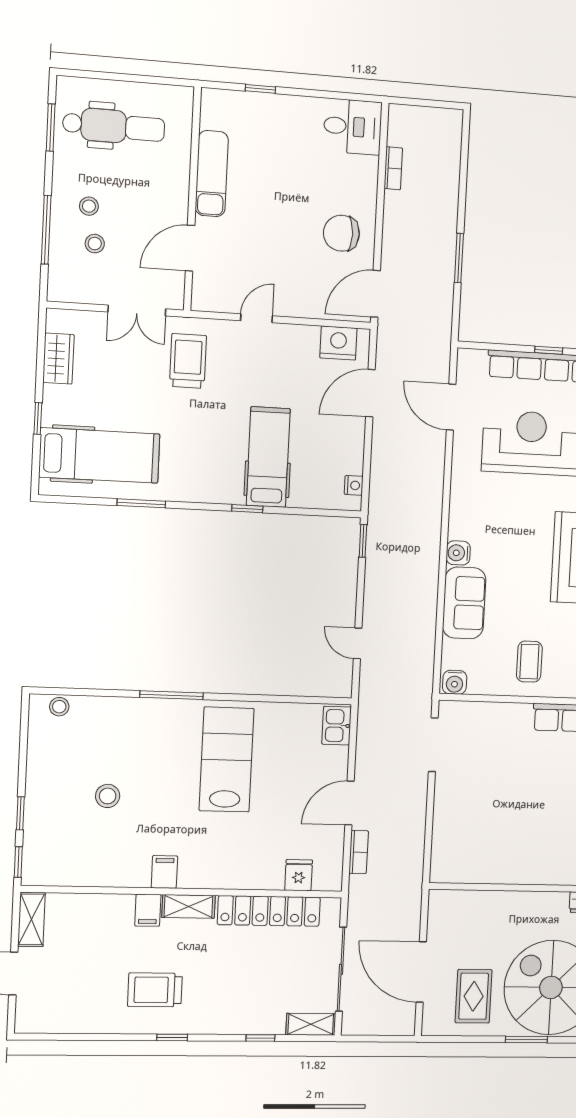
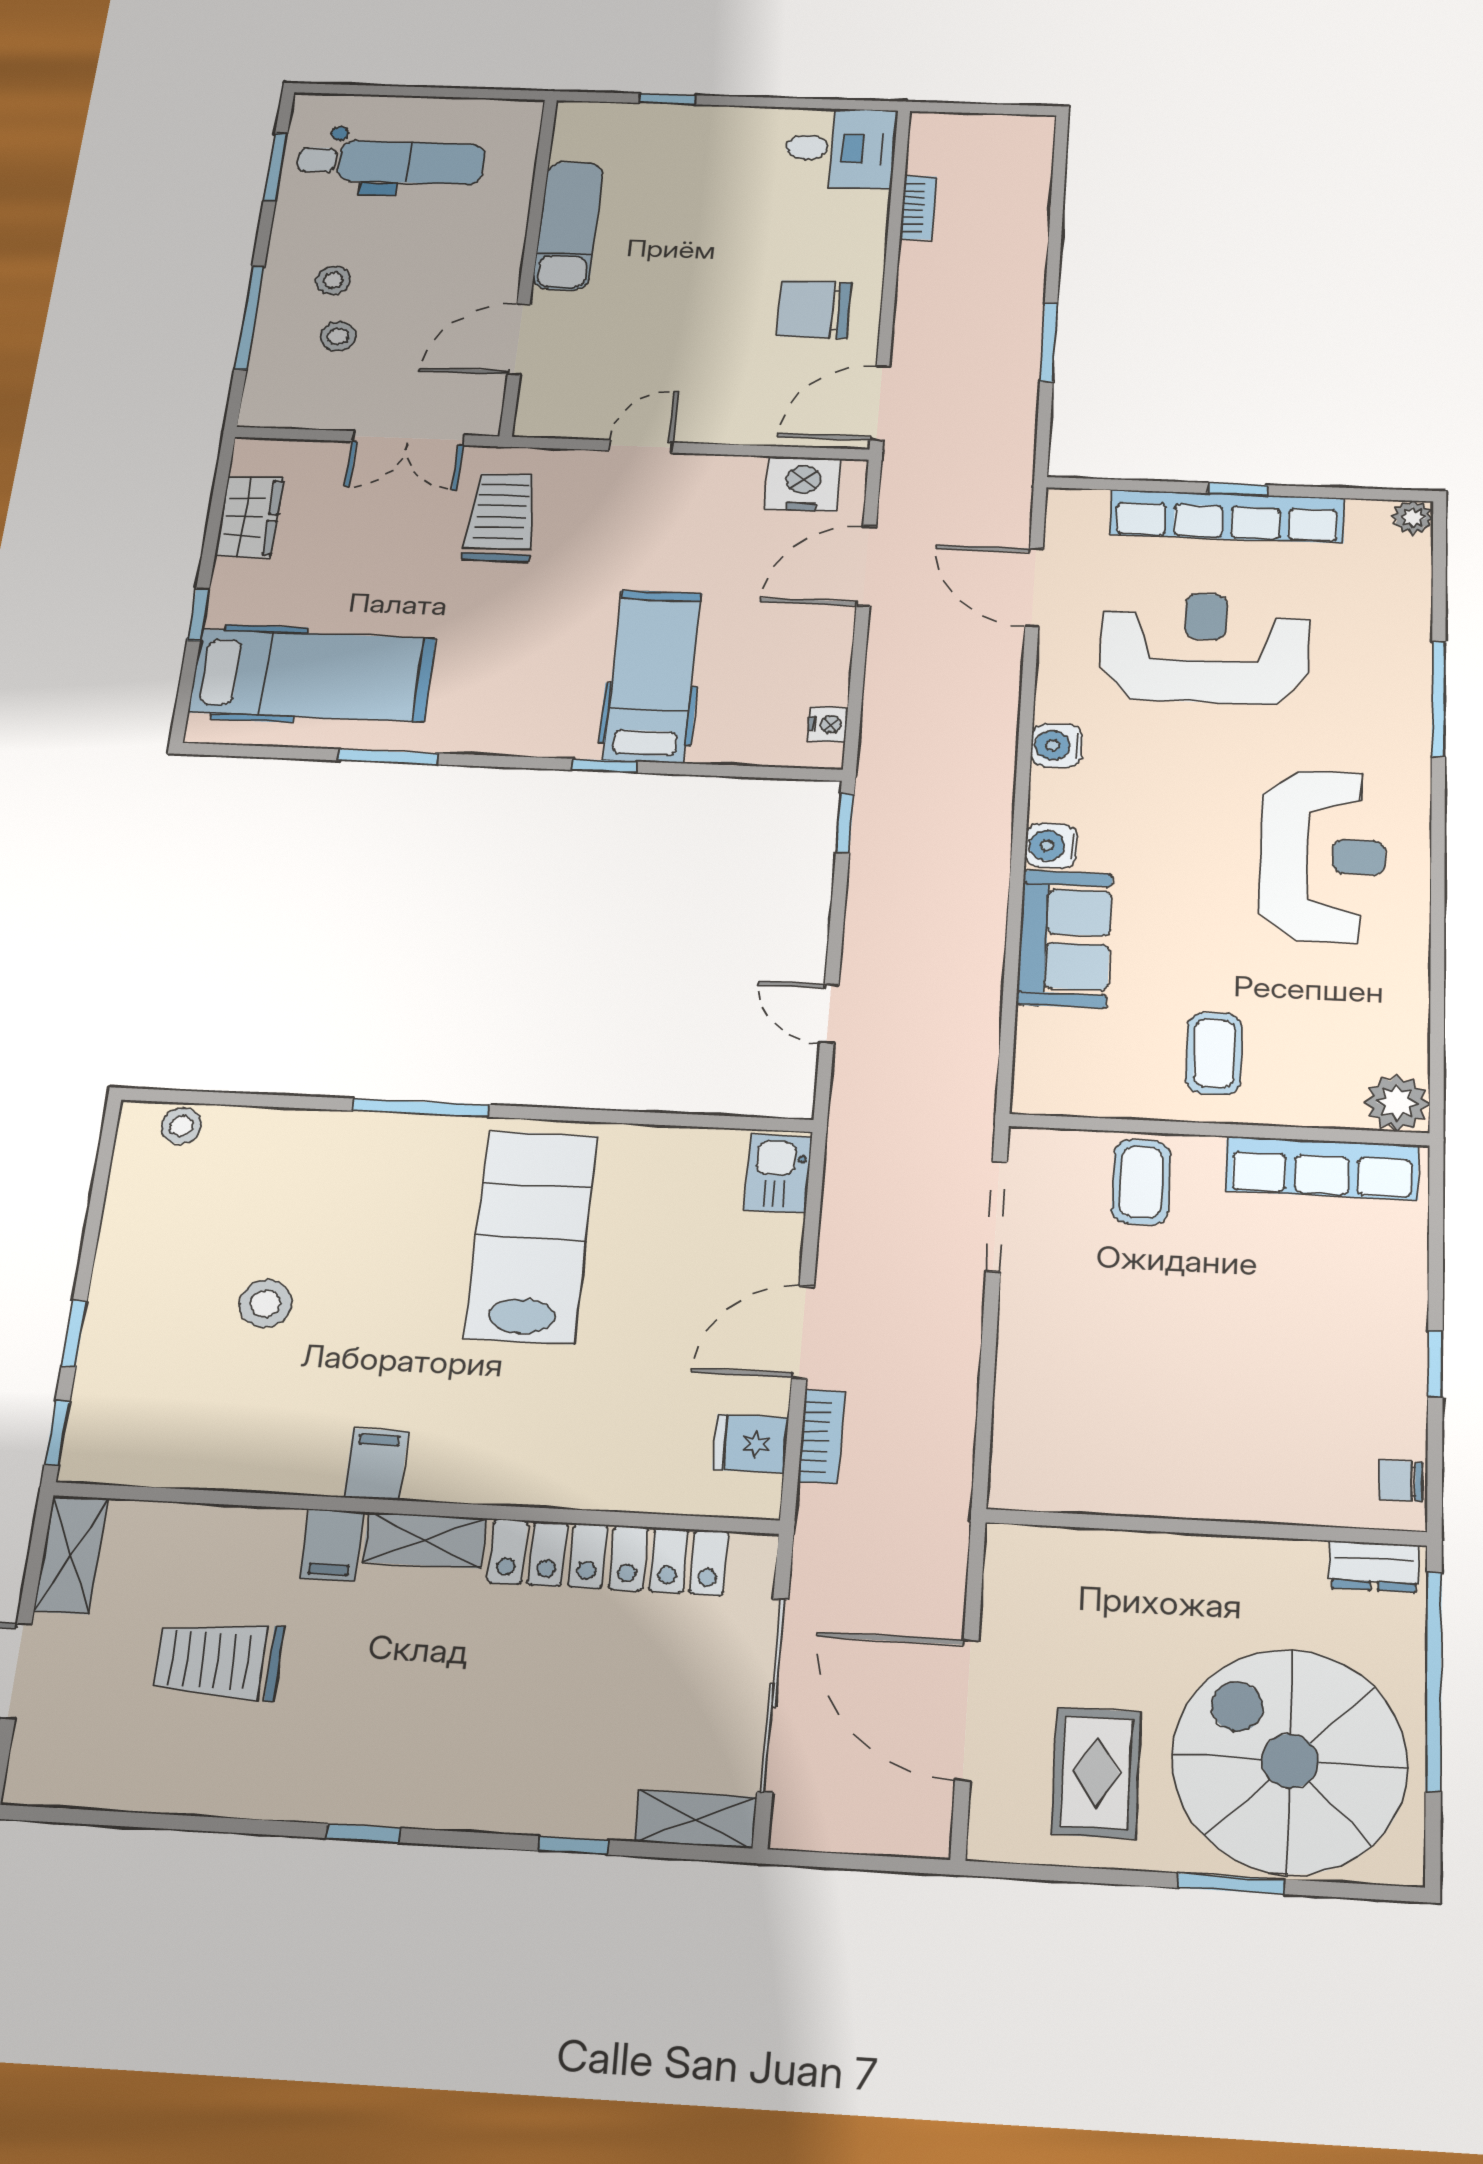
water cooler: (455, 682) -> (1057, 746), moved, turned 90
coffee table: (496, 726) -> (1141, 1182), added
fridge: (299, 875) -> (750, 1444), moved, turned -90
trolley: (155, 990) -> (218, 1661), moved

